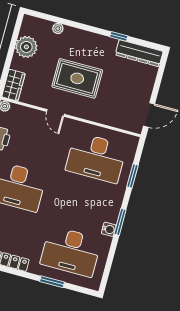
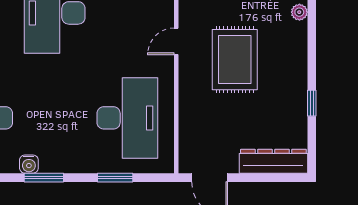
dresser: (139, 53) -> (273, 161), moved, turned 90
desk: (96, 158) -> (127, 118), turned 180

